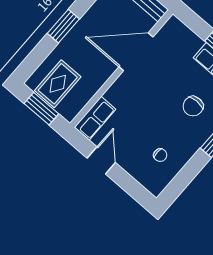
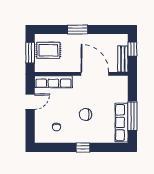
chair: (193, 106) -> (85, 114), moved
row of seats: (95, 118) -> (53, 82), width x1.48

